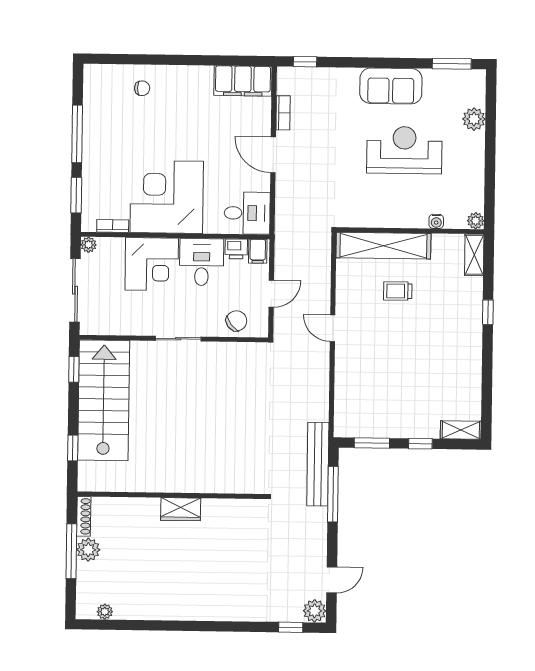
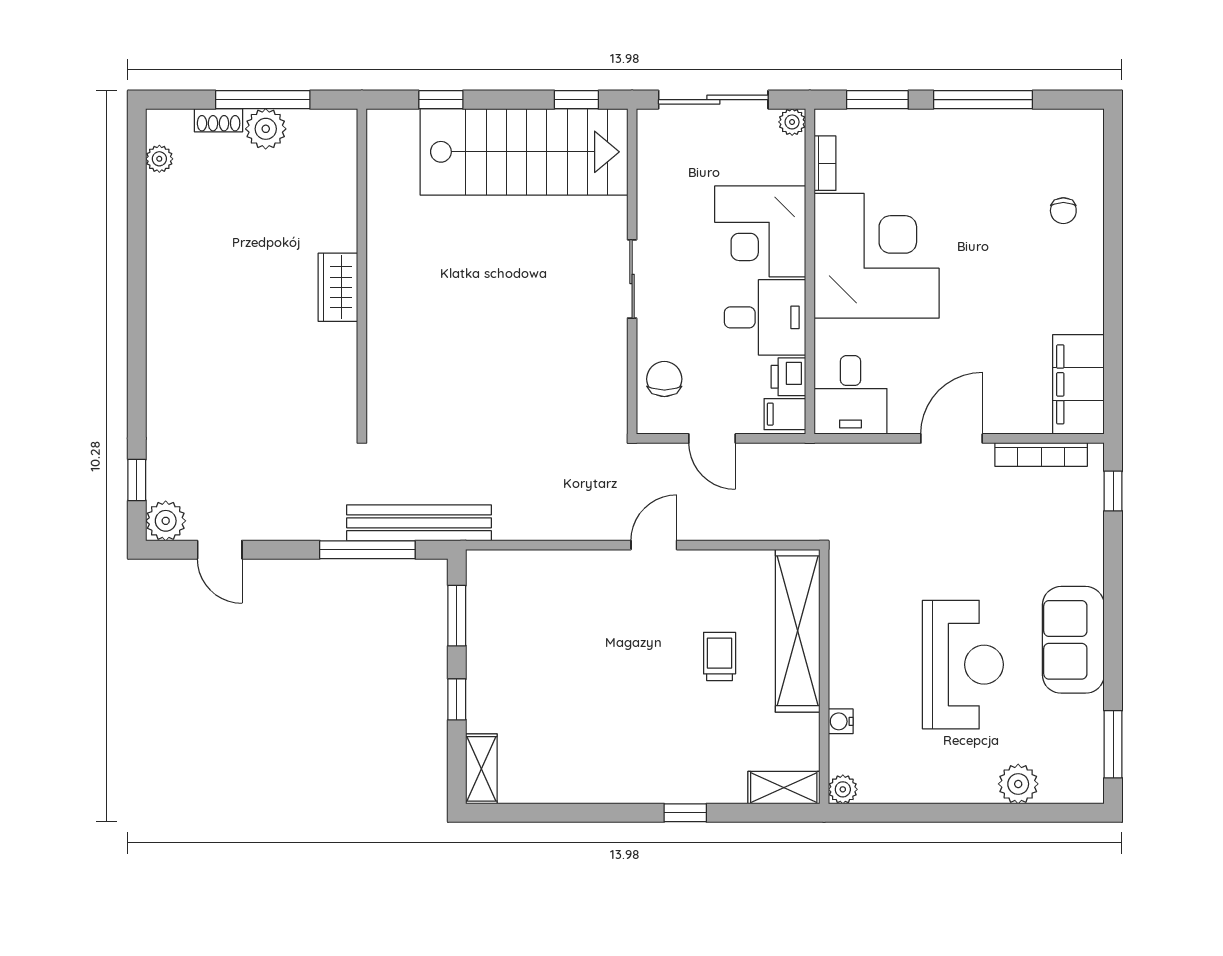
bookcase: (283, 113) -> (1041, 455), width x1.56
chair: (236, 321) -> (664, 379), turned -143
shoe rack: (84, 516) -> (219, 120), moved, width x0.70

